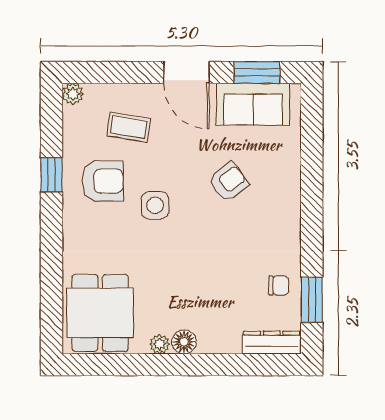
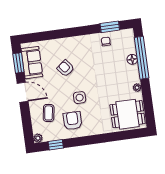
door: (186, 72) -> (23, 92), hinge flipped
window: (51, 175) -> (56, 145), moved
floor lamp: (184, 342) -> (132, 59), moved
dresser: (272, 342) -> (130, 41), removed
window: (229, 365) -> (142, 58), added

